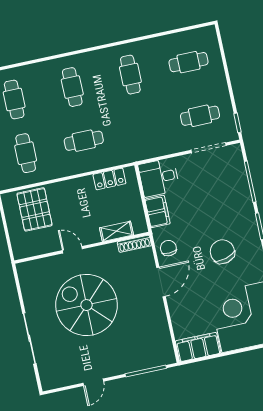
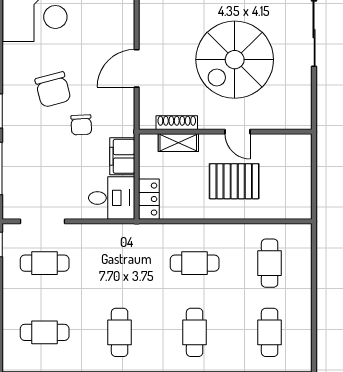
locker: (109, 179) -> (149, 199), moved, turned 90
pallet: (35, 209) -> (234, 181), moved, turned 90
shoe rack: (134, 244) -> (177, 123), moved
chair: (168, 248) -> (81, 125), moved
spiral stairs: (87, 305) -> (235, 60), turned 90

